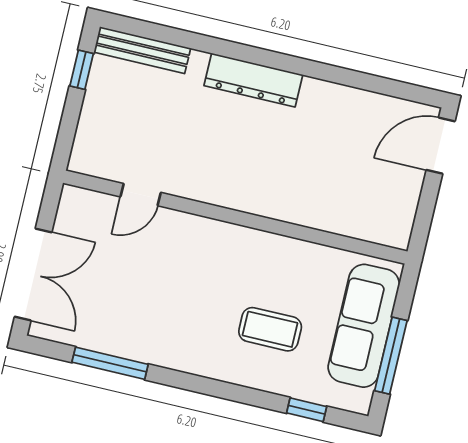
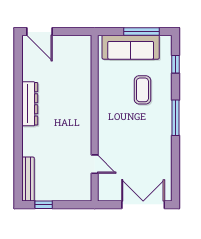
dresser: (253, 80) -> (30, 104), moved
window: (110, 363) -> (176, 118), moved

